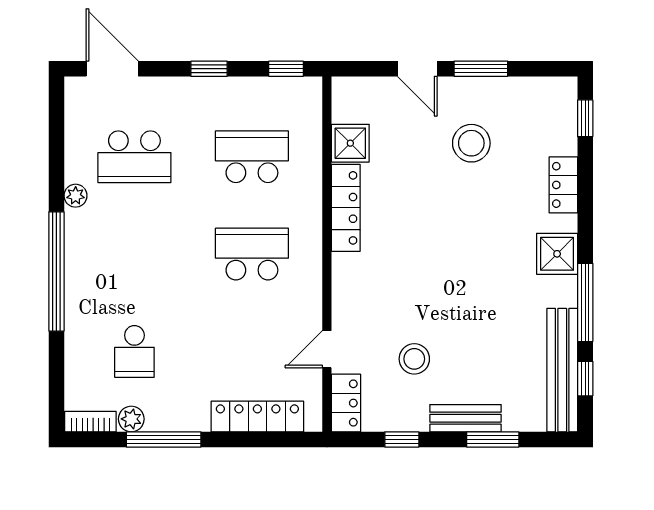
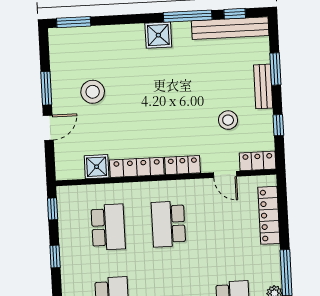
window: (585, 118) -> (74, 22), width x1.50
school desk: (252, 157) -> (108, 227), turned 180
locker: (563, 185) -> (183, 165), moved, turned 180

